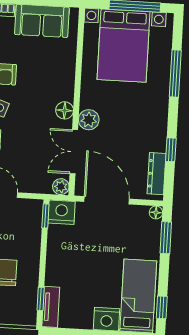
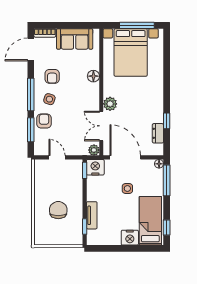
window: (175, 74) -> (167, 69), removed
floor lamp: (65, 110) -> (93, 76), moved
dresser: (157, 174) -> (158, 133), width x0.70
window: (166, 238) -> (167, 180), width x1.44
side table: (107, 246) -> (127, 188), added
tv unit: (51, 307) -> (92, 215), moved

